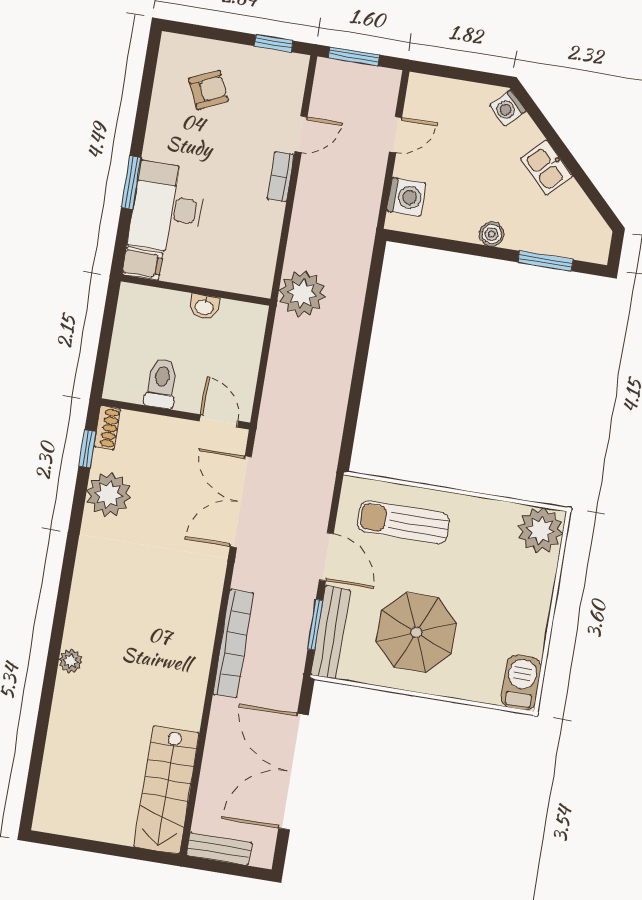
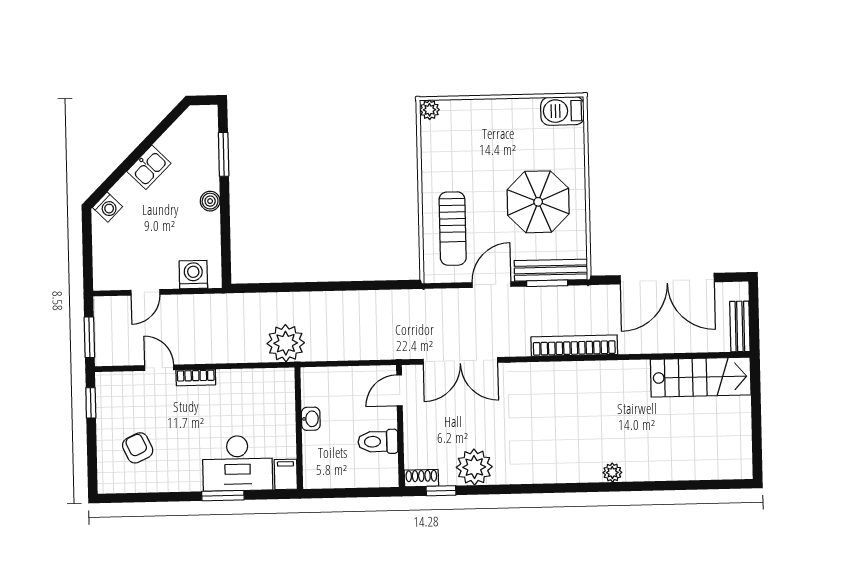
door: (395, 135) -> (145, 292), swing flipped
plant: (540, 530) -> (430, 110), width x0.53, depth x0.53

